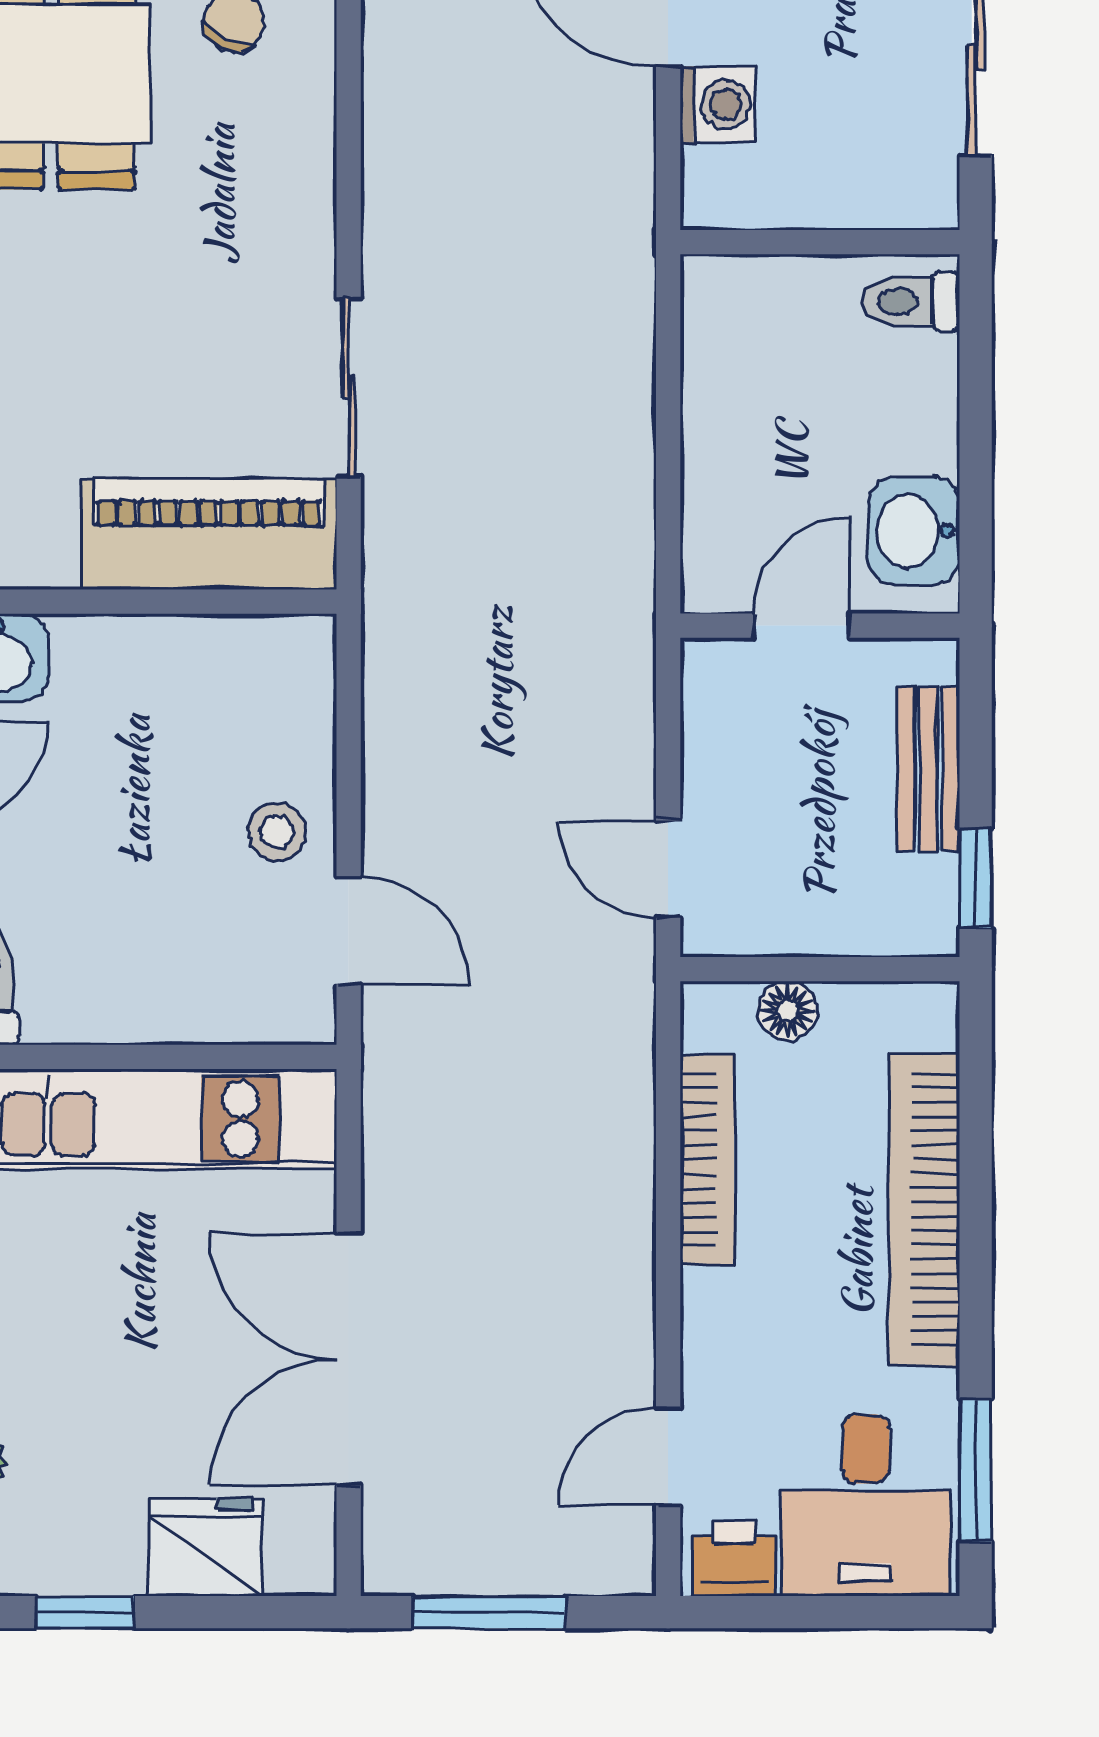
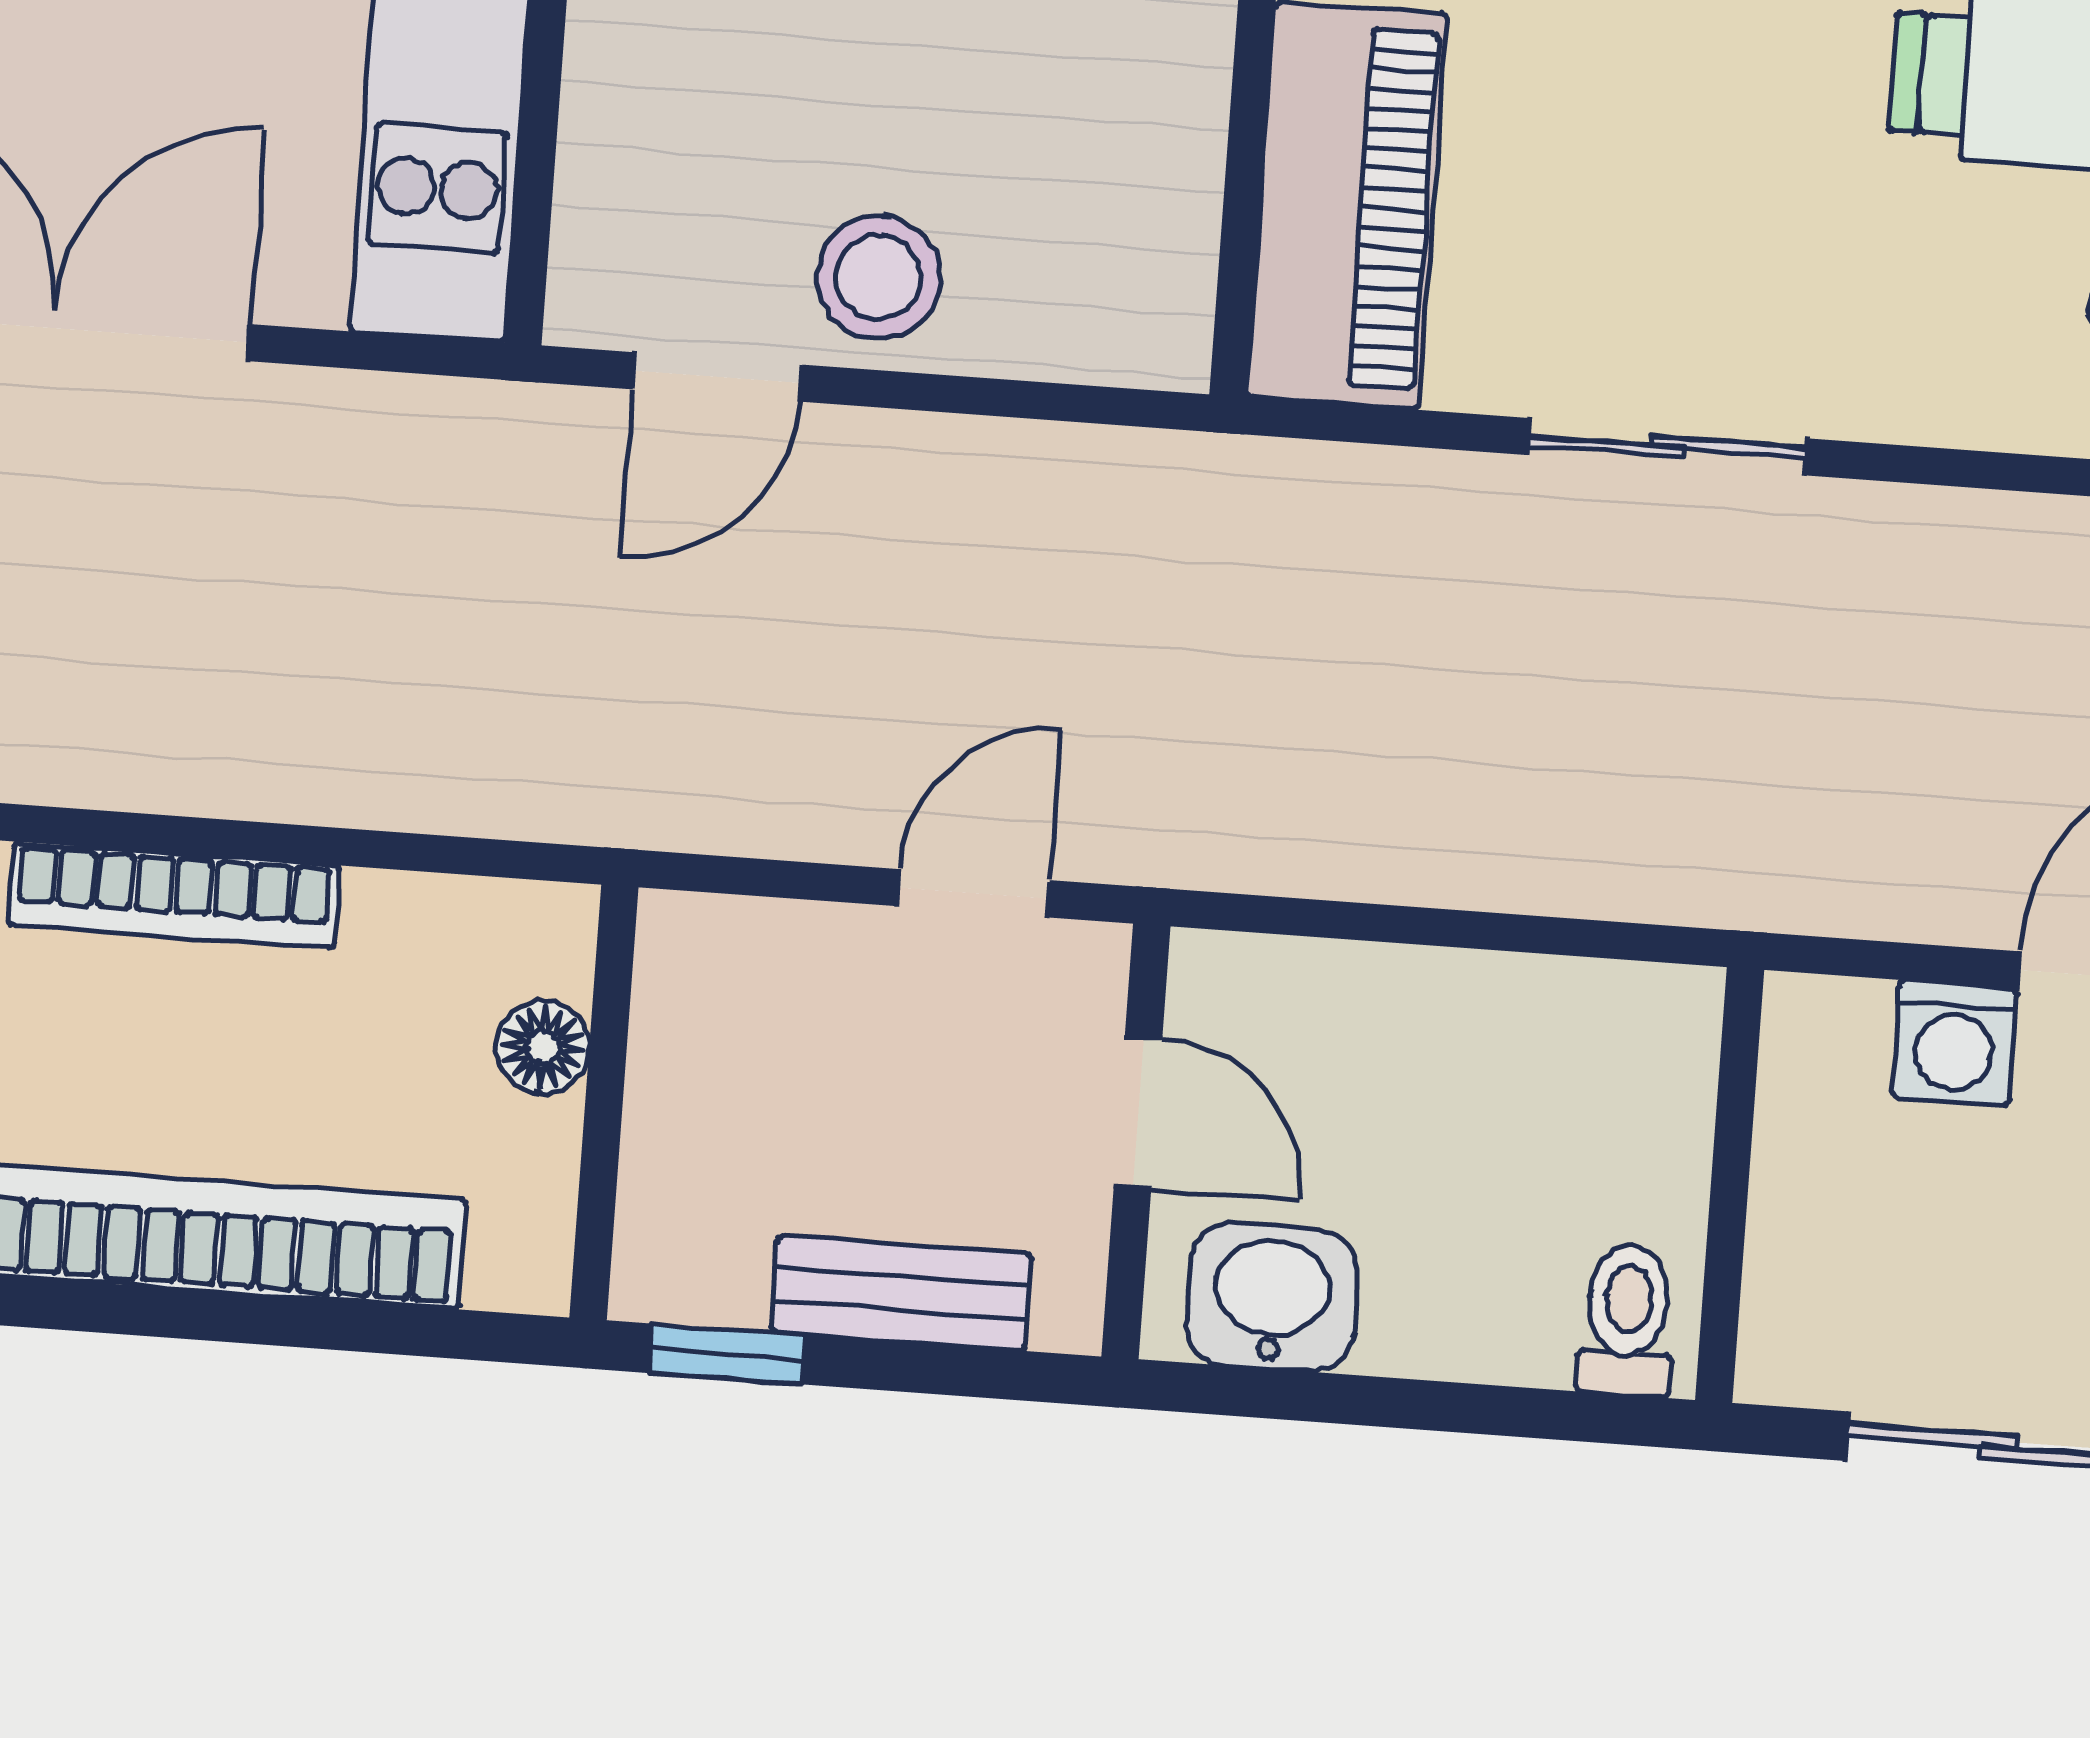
sliding door: (349, 388) -> (1668, 447), moved
stool: (277, 832) -> (878, 277), width x1.37, depth x1.37
door: (668, 869) -> (973, 893), moved
bookcase: (707, 1160) -> (174, 895), moved

